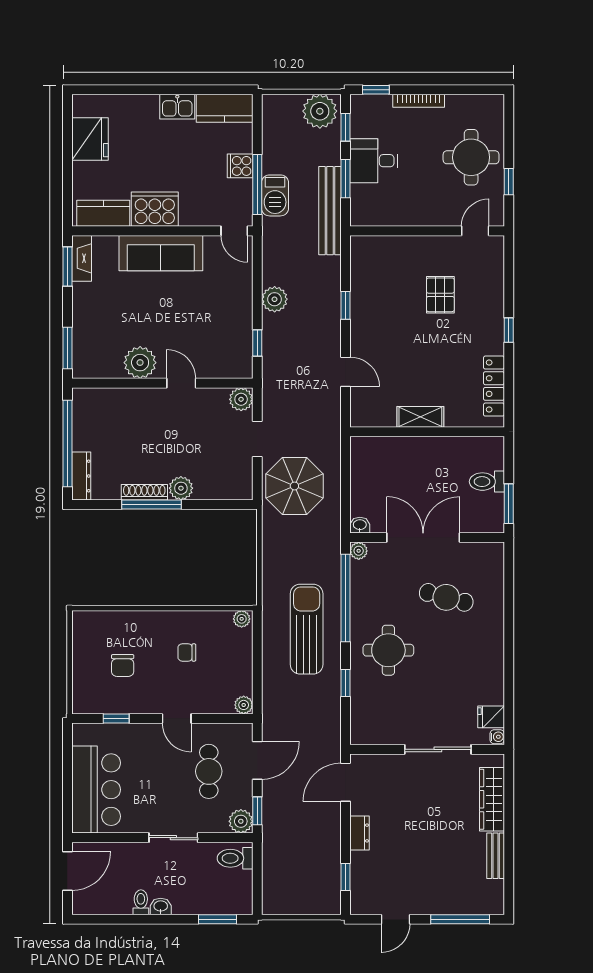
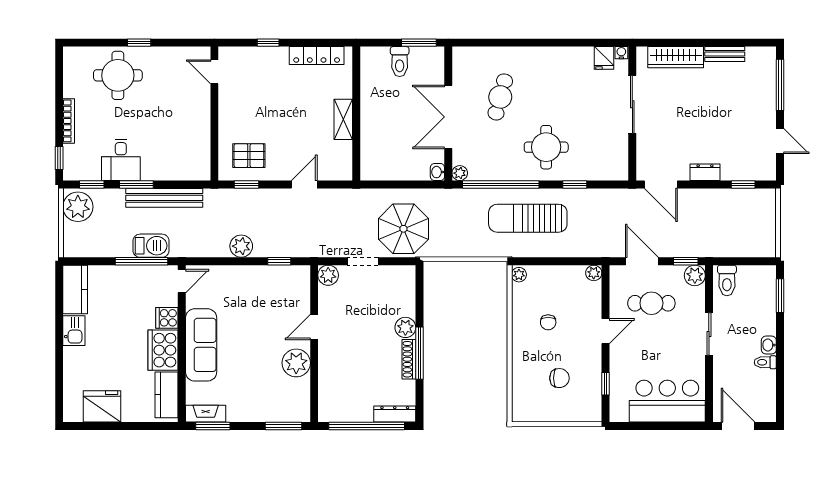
cooker: (240, 166) -> (167, 318), moved, turned 90
wall: (427, 231) -> (214, 114), moved
door: (475, 231) -> (214, 72), moved
pallet: (440, 295) -> (249, 156), moved

